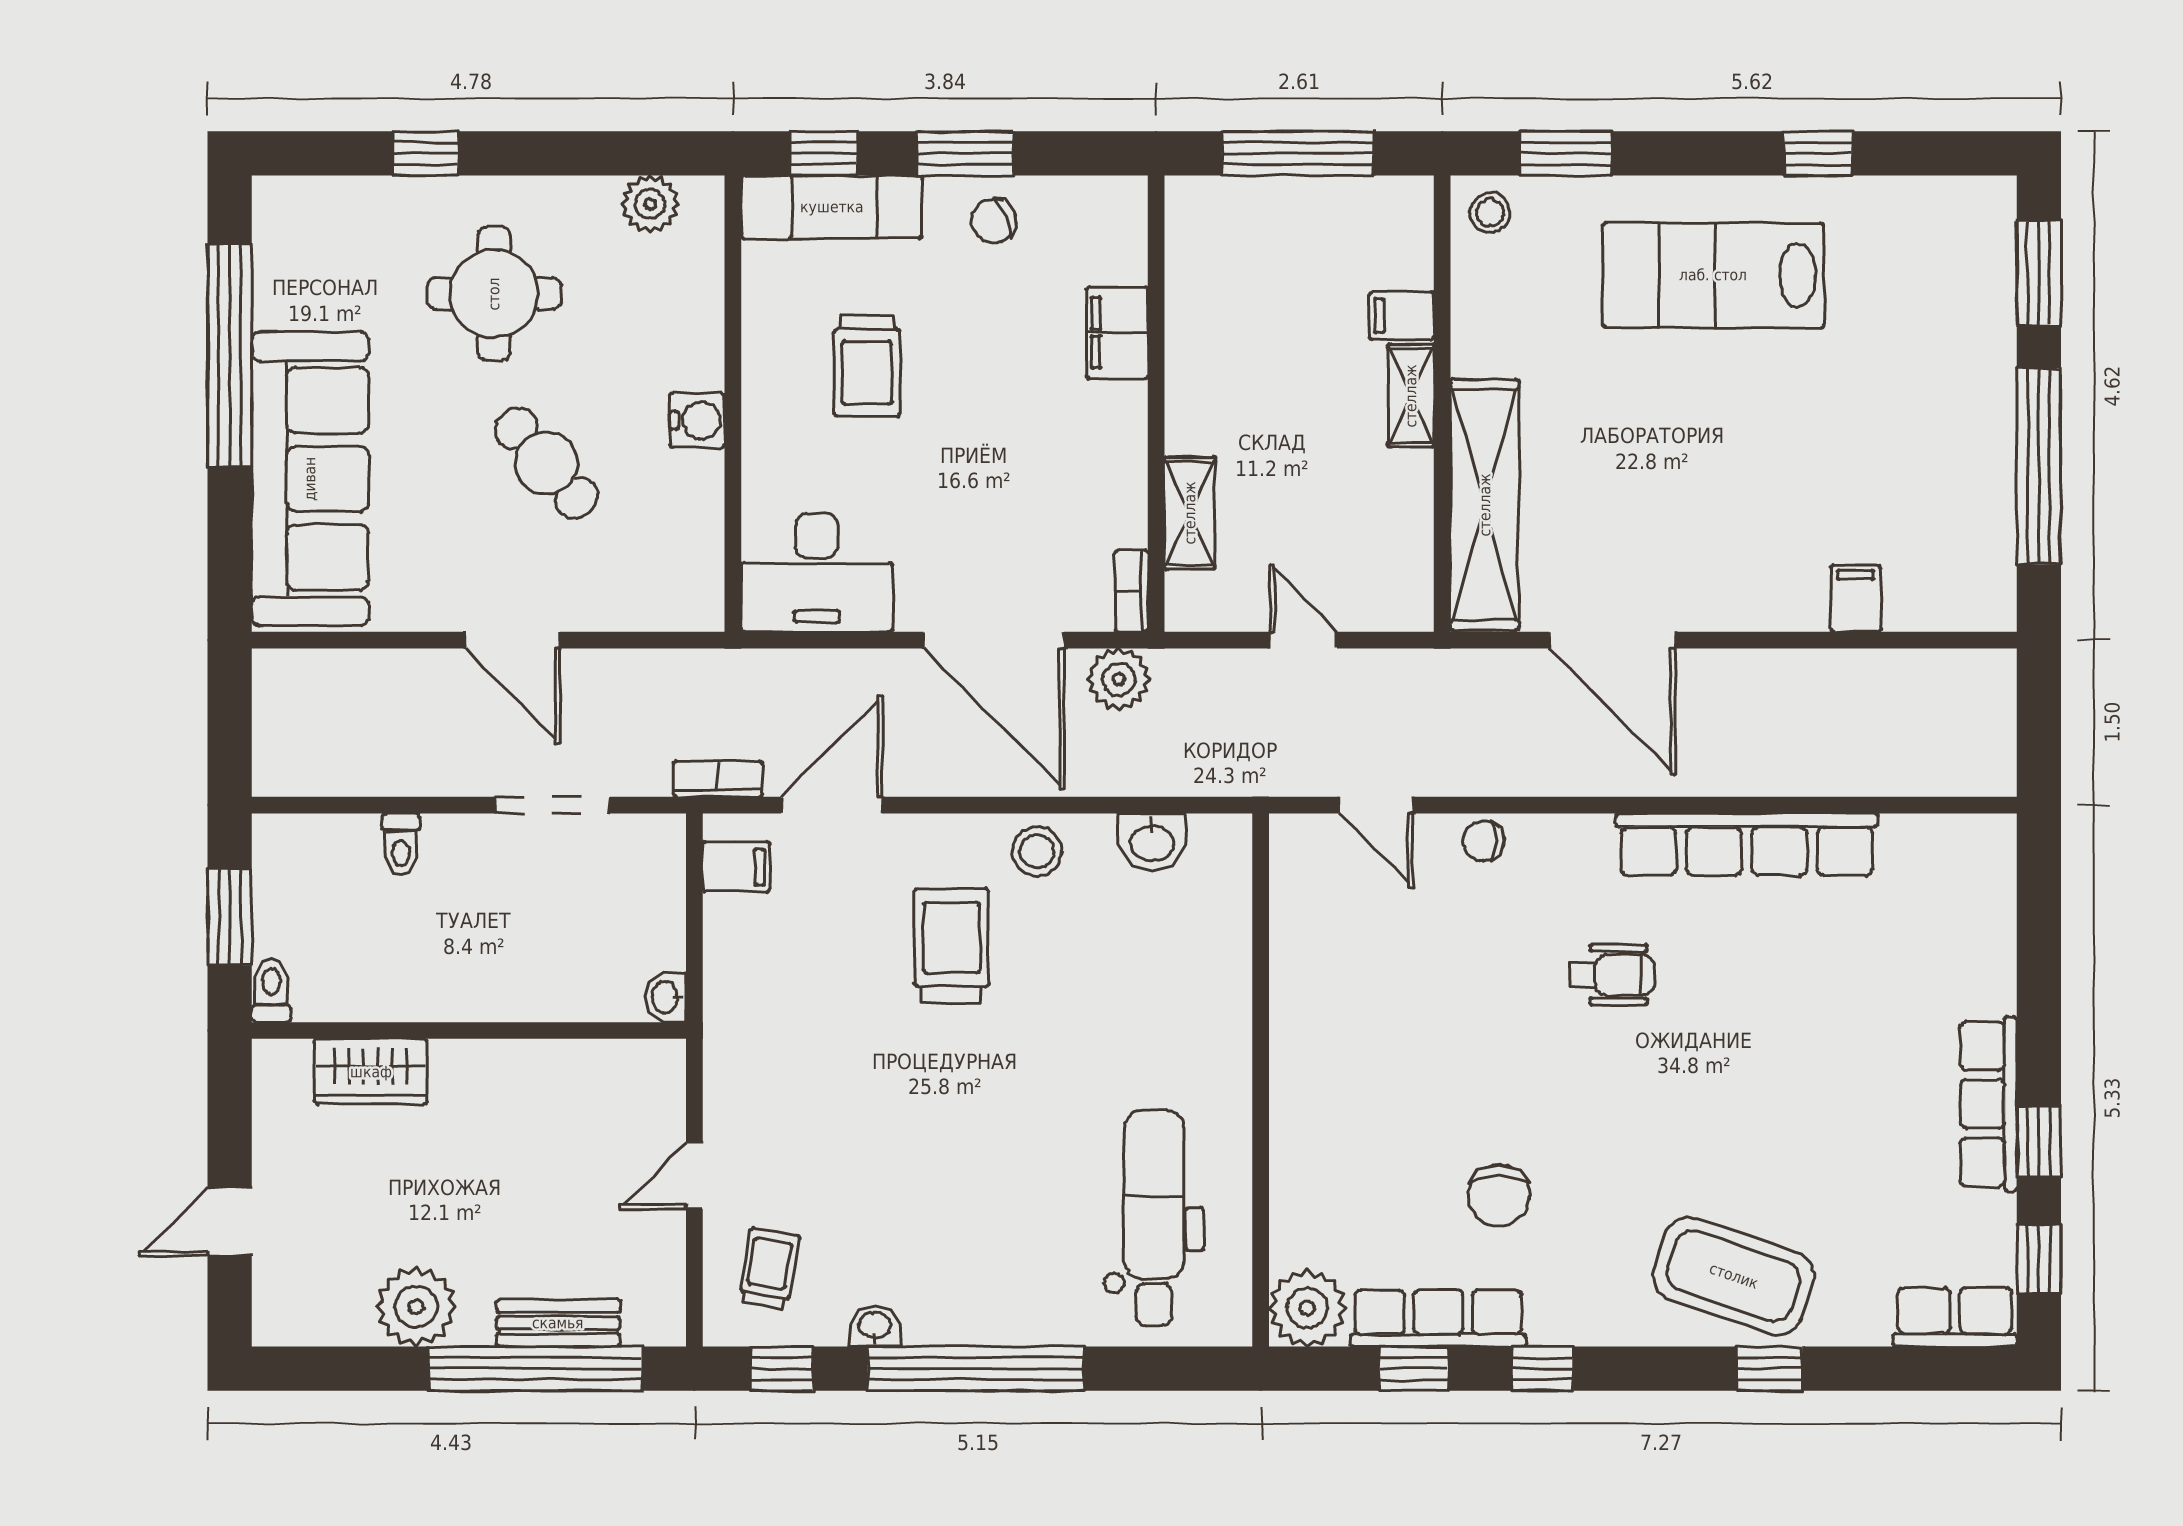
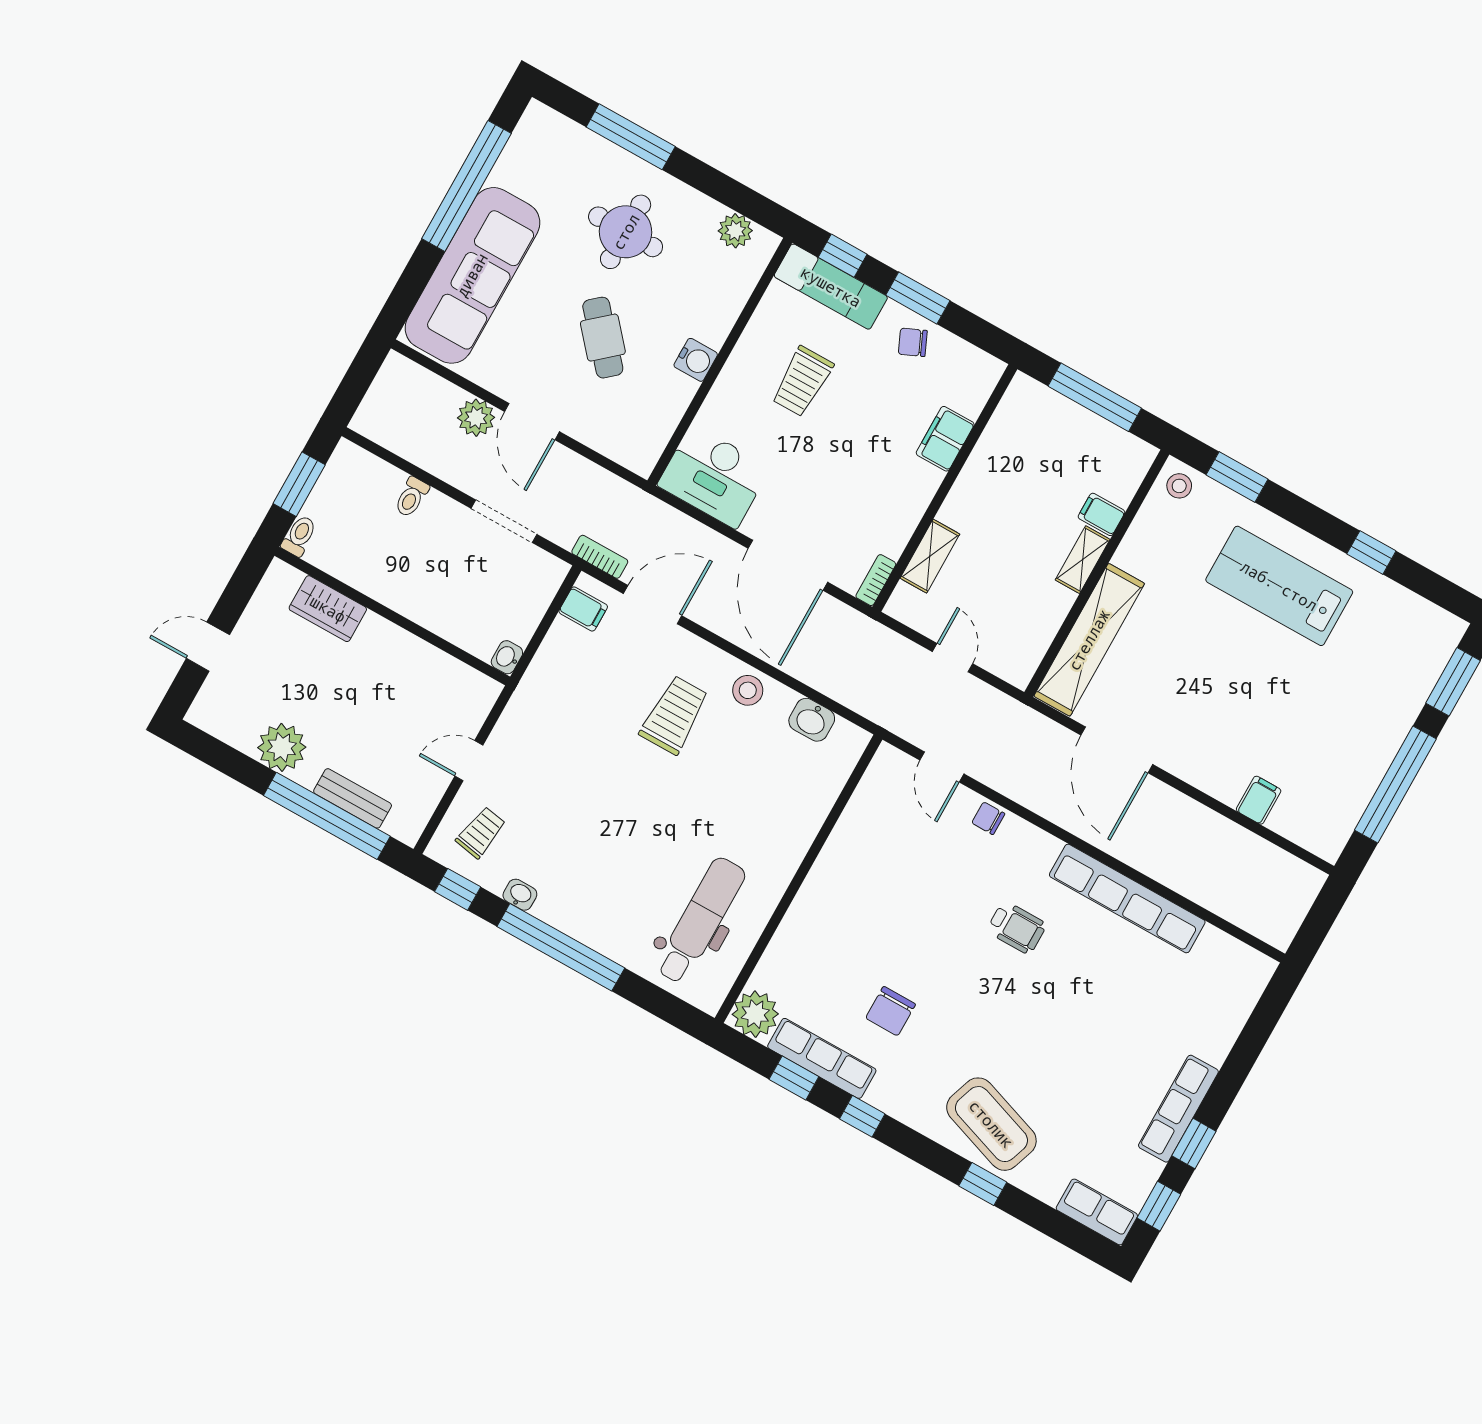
window: (425, 153) -> (631, 137), width x2.17
plant: (1119, 679) -> (476, 418), moved

